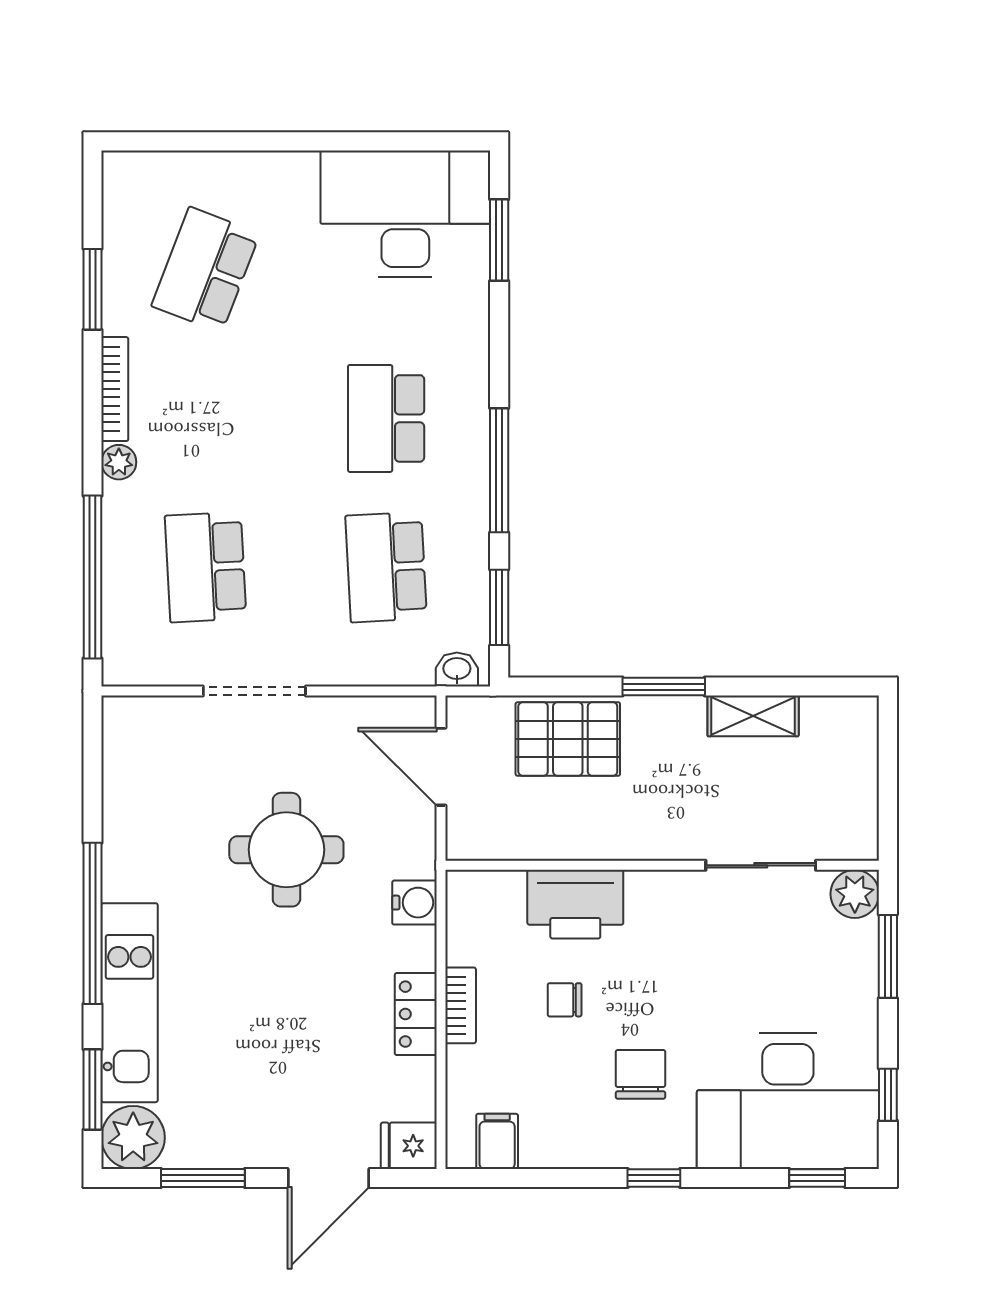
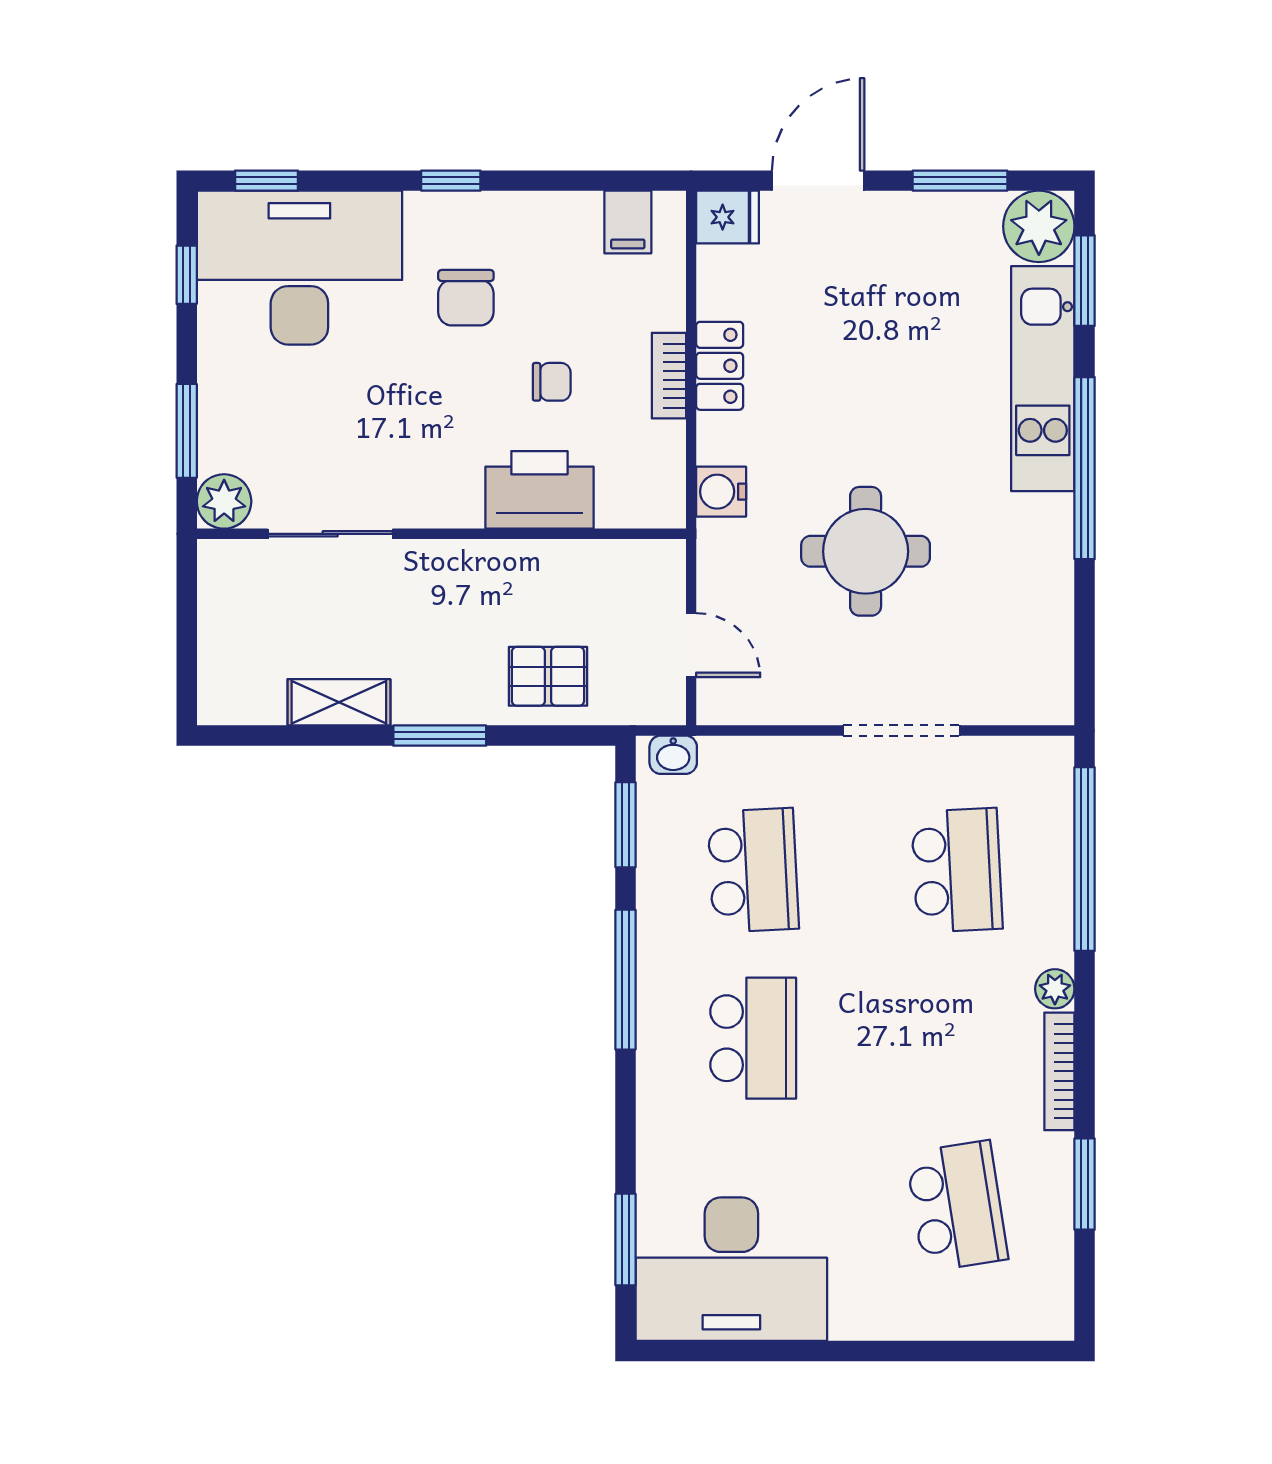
school desk: (206, 270) -> (957, 1206), turned -30
pallet: (568, 739) -> (548, 676), width x0.67, depth x0.71
door: (441, 767) -> (691, 645), width x0.73

